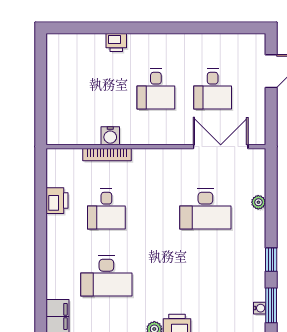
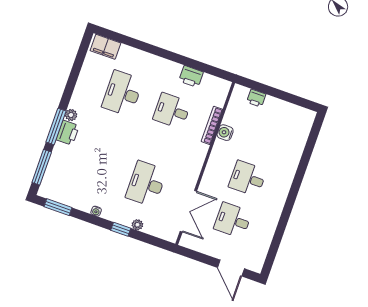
printer: (116, 42) -> (256, 98), moved, turned -90
window: (271, 260) -> (121, 229), moved
water cooler: (260, 308) -> (96, 211), moved

